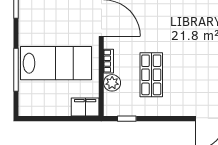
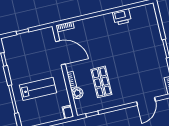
lab bench: (56, 63) -> (38, 89), width x0.73, depth x0.72
filing cabinet: (85, 107) -> (68, 112), width x0.50

